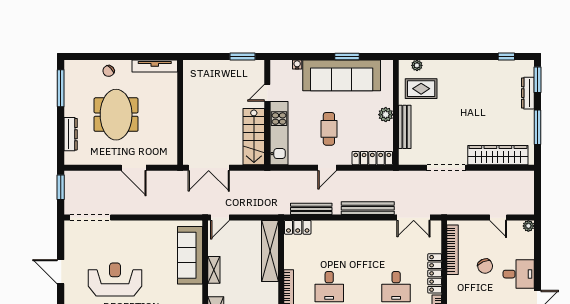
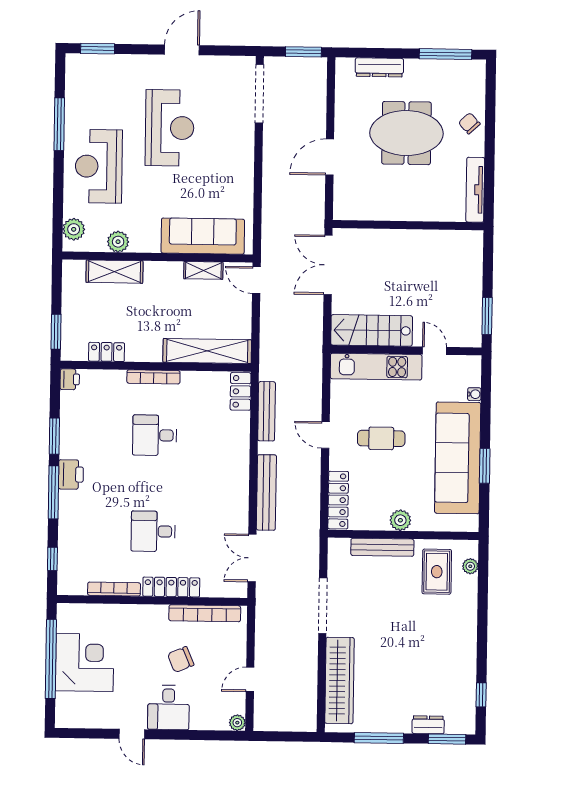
dresser: (528, 93) -> (428, 725), width x0.70
shelving: (214, 270) -> (203, 270), moved

